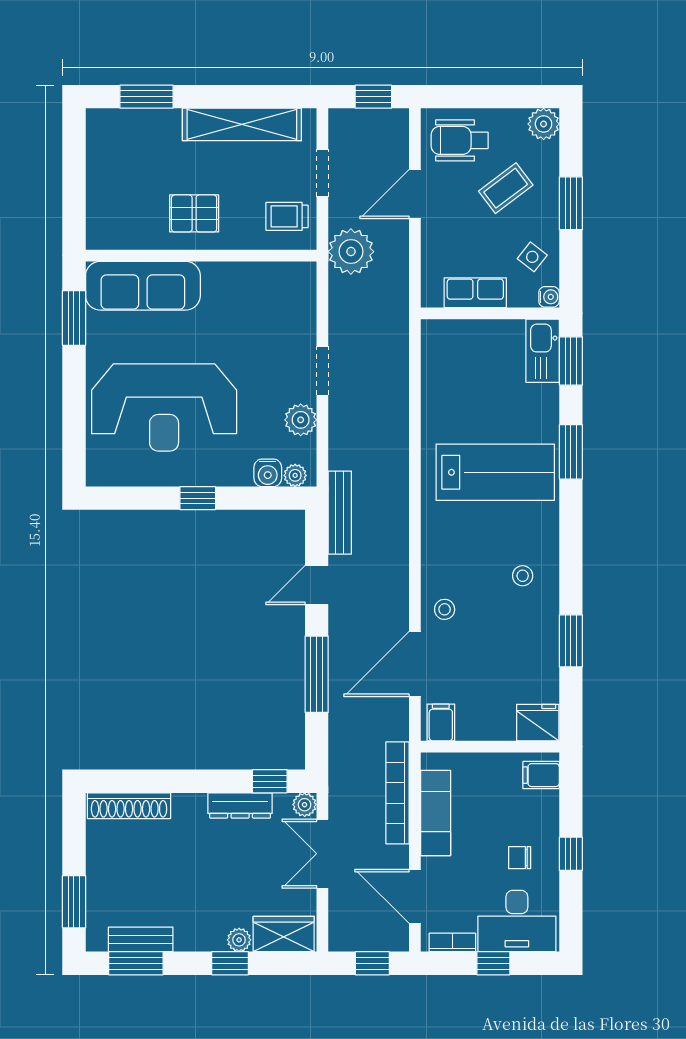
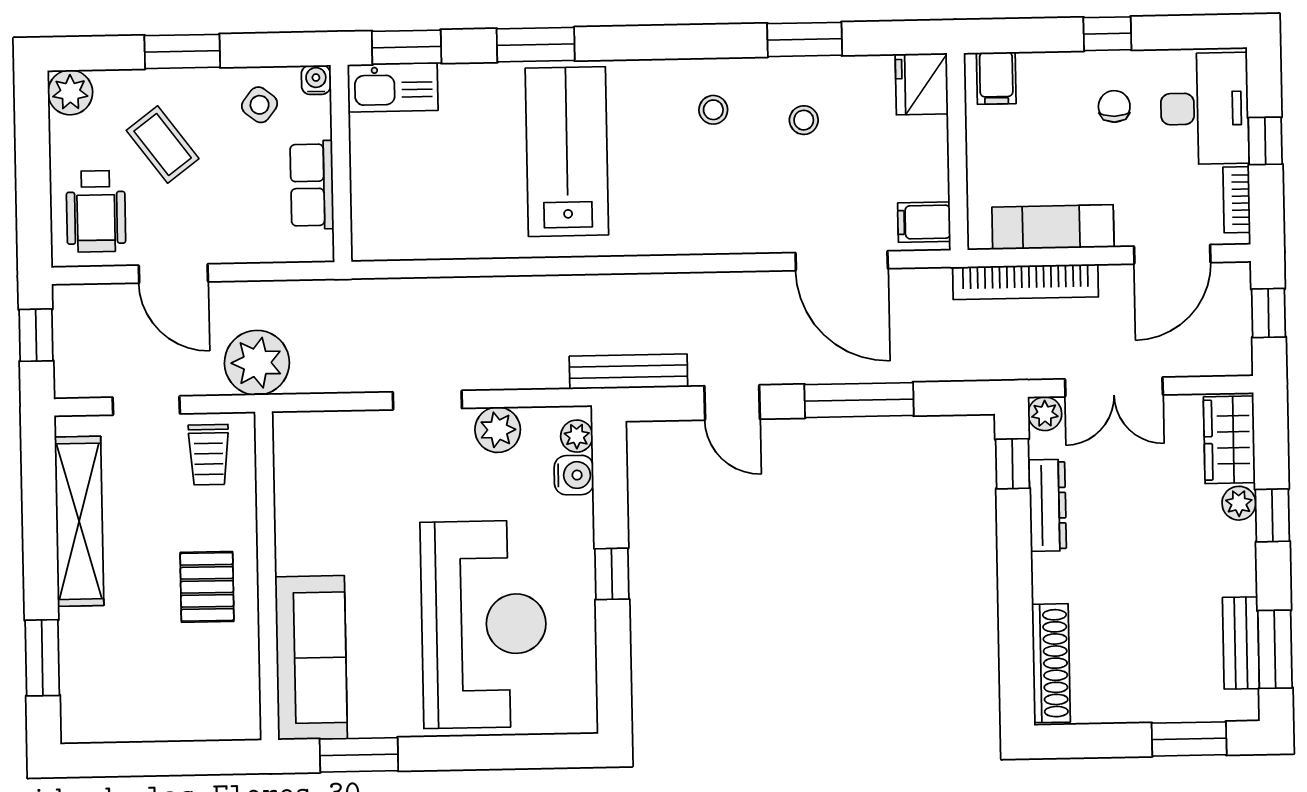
stool: (445, 609) -> (804, 120), moved
chair: (520, 858) -> (1114, 106), turned 180

